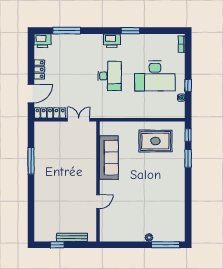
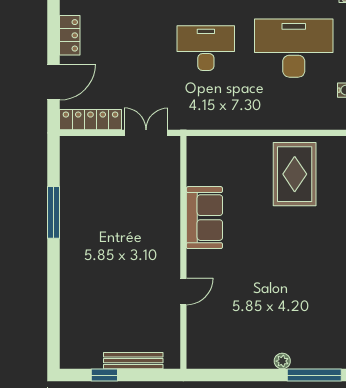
desk: (110, 76) -> (206, 48), turned -90
desk: (155, 76) -> (294, 48), turned 180
rug: (155, 141) -> (295, 174), turned 90
sofa: (109, 158) -> (204, 218), width x0.73

